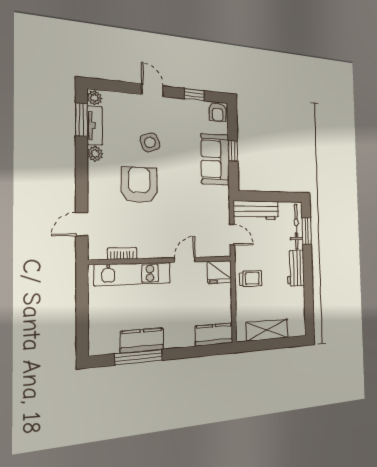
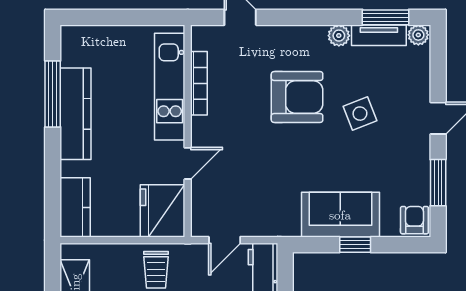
window: (194, 95) -> (438, 183), width x1.50
armchair: (218, 112) -> (414, 220), turned 90
bookcase: (122, 253) -> (199, 83), width x1.56
door: (185, 260) -> (188, 163), hinge flipped
fridge: (219, 272) -> (163, 211), width x1.36, depth x1.34
kitchen counter: (142, 340) -> (76, 114), width x1.50

